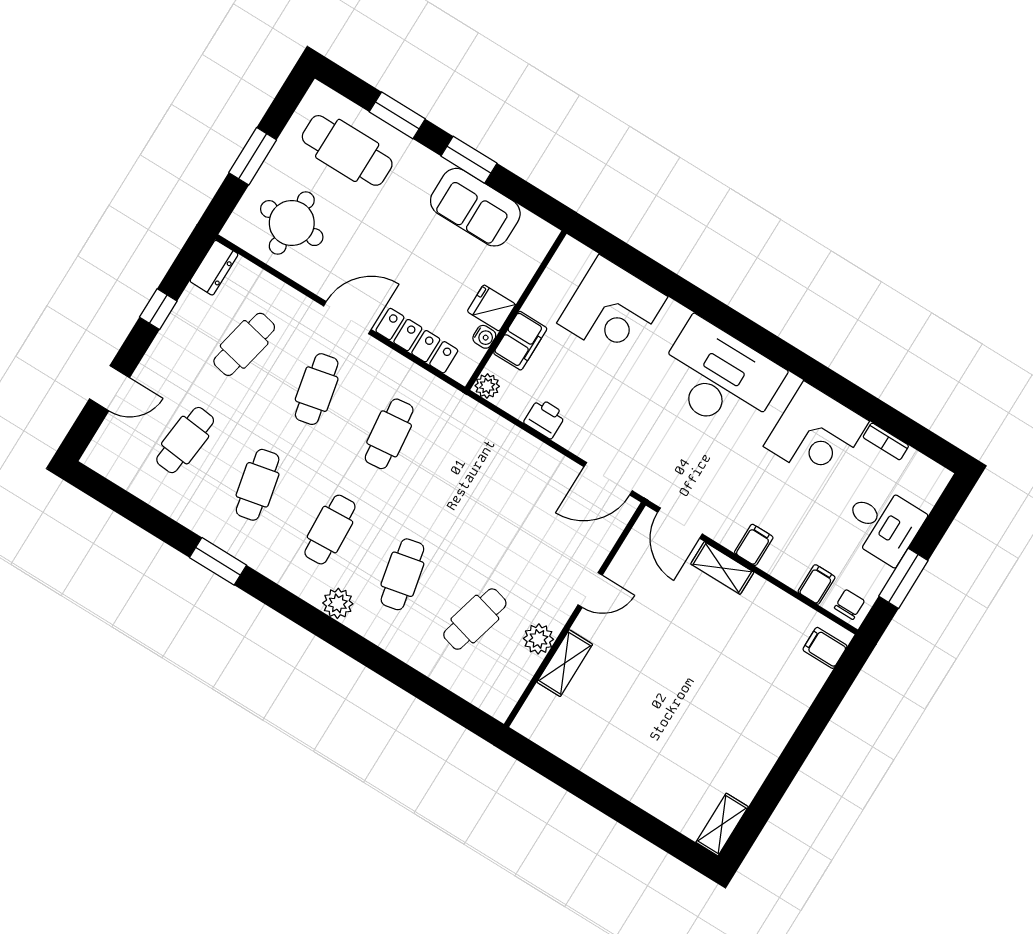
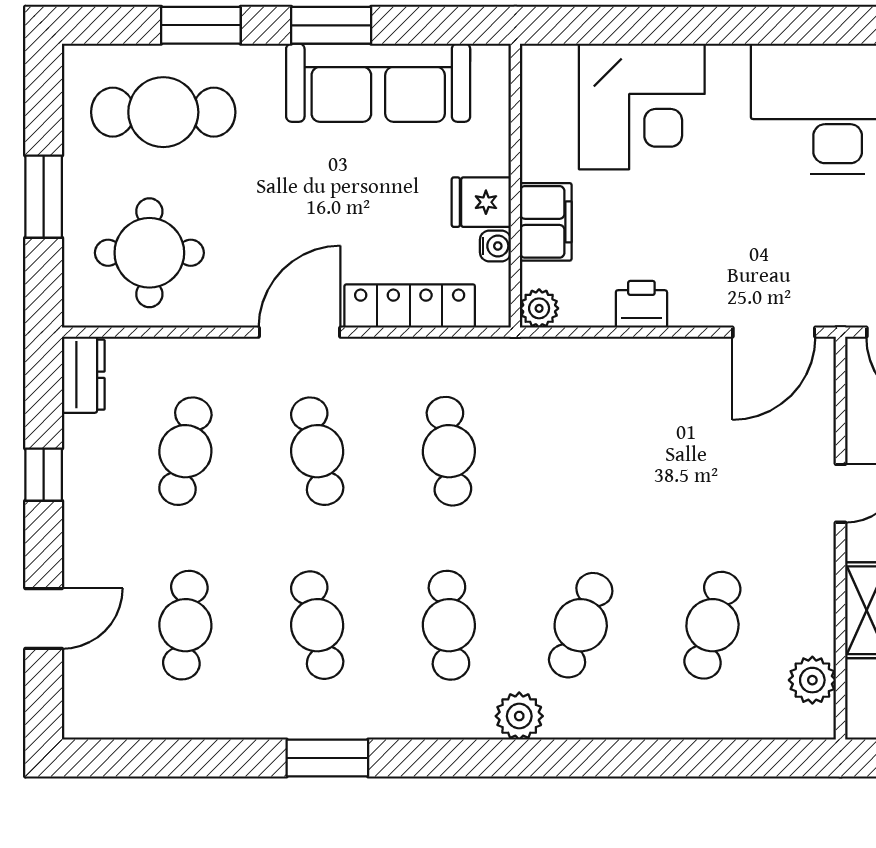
sofa: (475, 207) -> (378, 83), width x1.36
cafe table: (402, 574) -> (581, 625), turned 33
plant: (538, 639) -> (812, 680), moved

